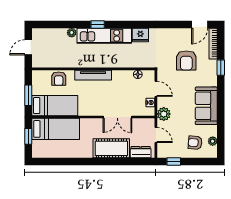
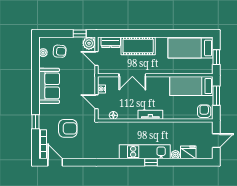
door: (200, 24) -> (55, 162), hinge flipped
fridge: (140, 35) -> (188, 152), moved
armchair: (186, 60) -> (68, 128), turned 90
tv unit: (93, 75) -> (150, 115), width x0.71
armchair: (59, 79) -> (204, 111), moved
plant: (164, 114) -> (89, 43), moved
double door: (117, 117) -> (132, 75), swing flipped
bed: (56, 129) -> (190, 48), moved

